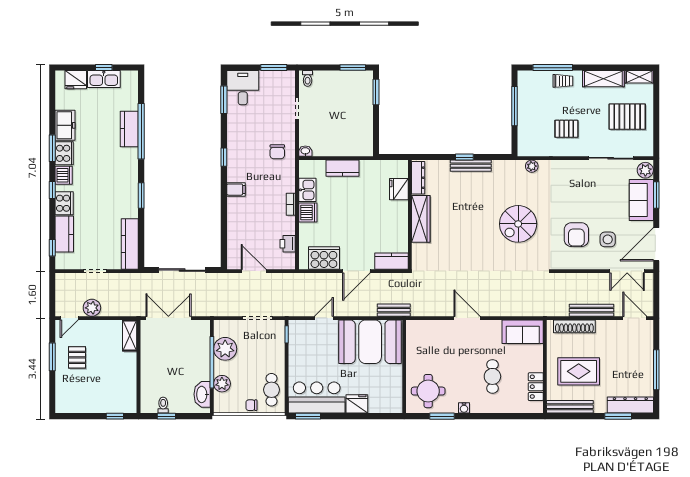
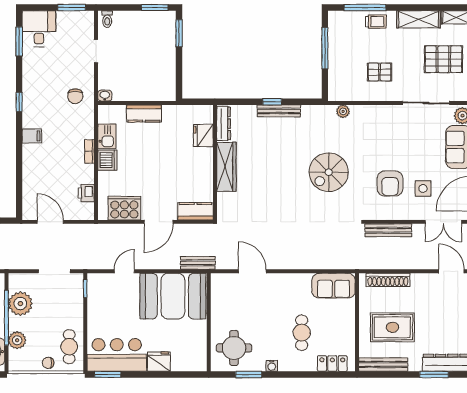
bench: (591, 310) -> (388, 230), moved
door: (467, 318) -> (252, 271), moved
locker: (536, 387) -> (332, 364), moved, turned 90

